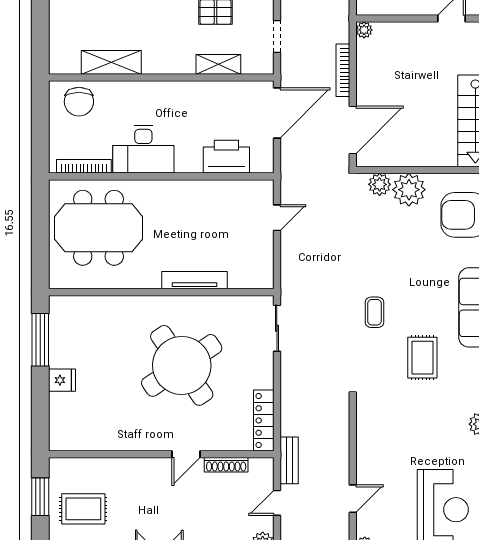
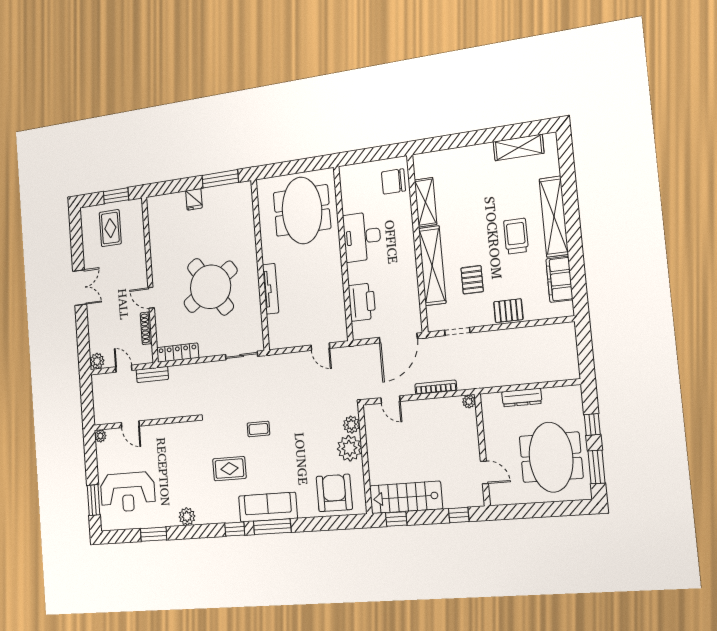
shelving: (218, 64) -> (432, 266), width x2.20, depth x1.33
door: (277, 113) -> (398, 338), hinge flipped
door: (353, 130) -> (391, 400), width x0.53
bookcase: (84, 166) -> (346, 193), removed

